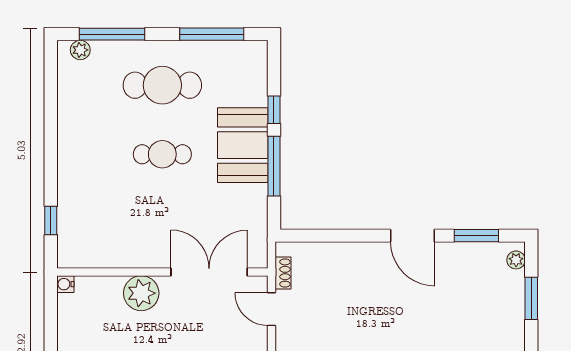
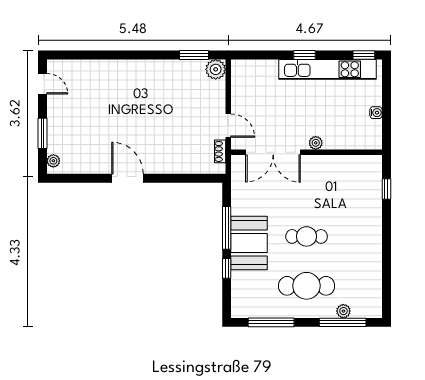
plant: (80, 50) -> (343, 311), moved
window: (476, 236) -> (82, 178), removed
water cooler: (65, 284) -> (376, 113), moved
plant: (141, 293) -> (316, 143), width x0.53, depth x0.53

